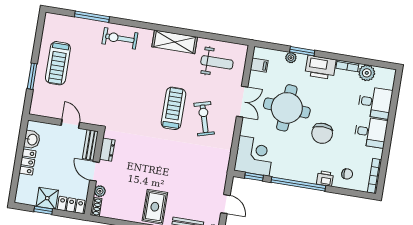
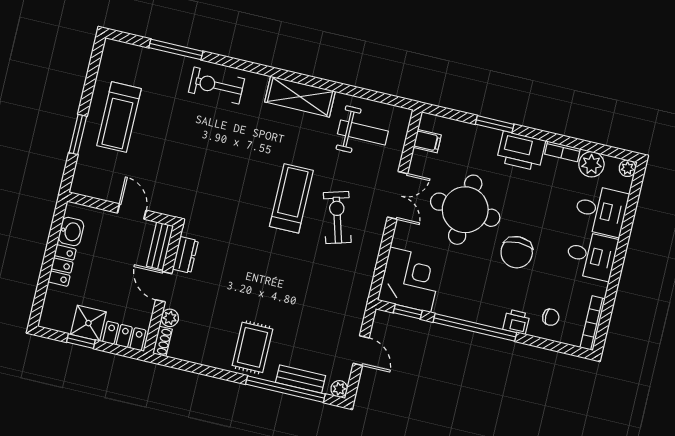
plant: (291, 58) -> (628, 168), moved

